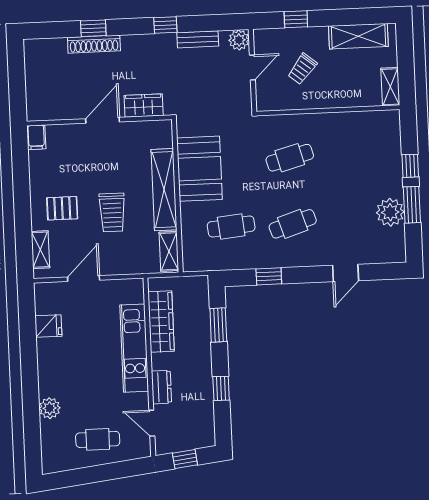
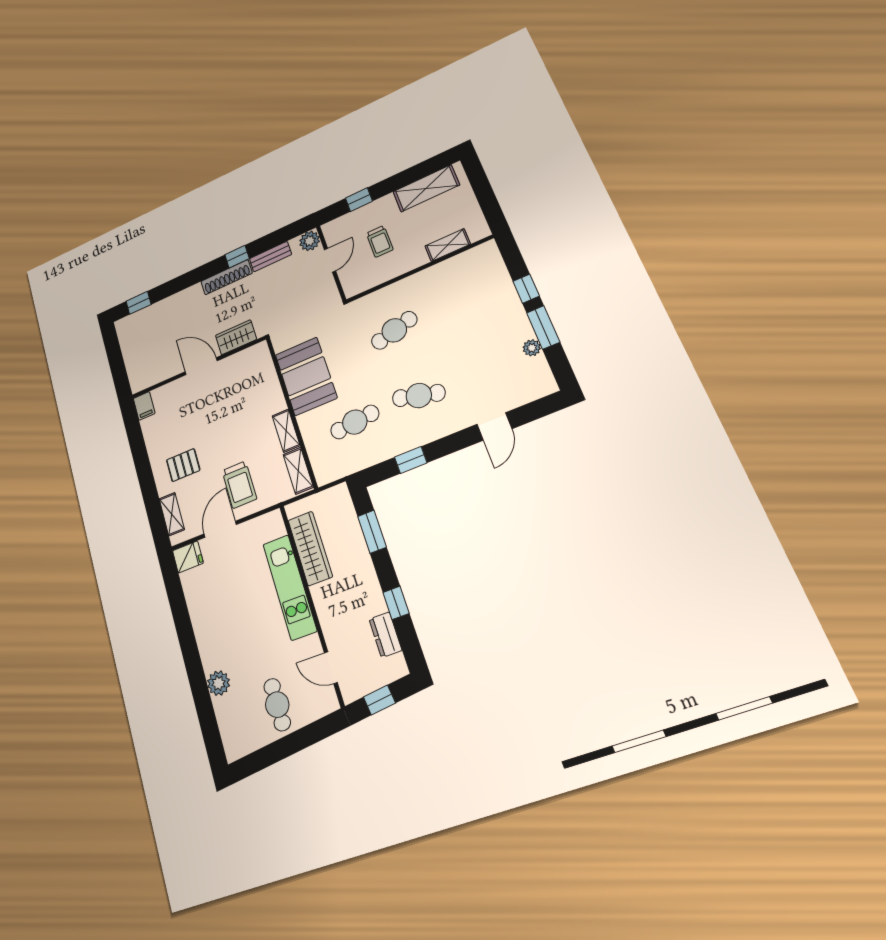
window: (93, 28) -> (139, 303), moved
shoe rack: (94, 44) -> (227, 277), moved
trolley: (302, 69) -> (380, 241), turned -39
shelving: (390, 87) -> (448, 245), moved, turned 90
door: (103, 120) -> (201, 366), hinge flipped
shelving: (164, 190) -> (286, 431), width x0.45, depth x0.75
trolley: (112, 212) -> (239, 485), moved
plant: (390, 212) -> (532, 348), width x0.53, depth x0.53
cafe table: (293, 224) -> (419, 396), turned 33
fridge: (48, 326) -> (188, 557), moved
dresser: (162, 387) -> (385, 635), moved, turned 180
cafe table: (98, 439) -> (277, 705), turned 90

